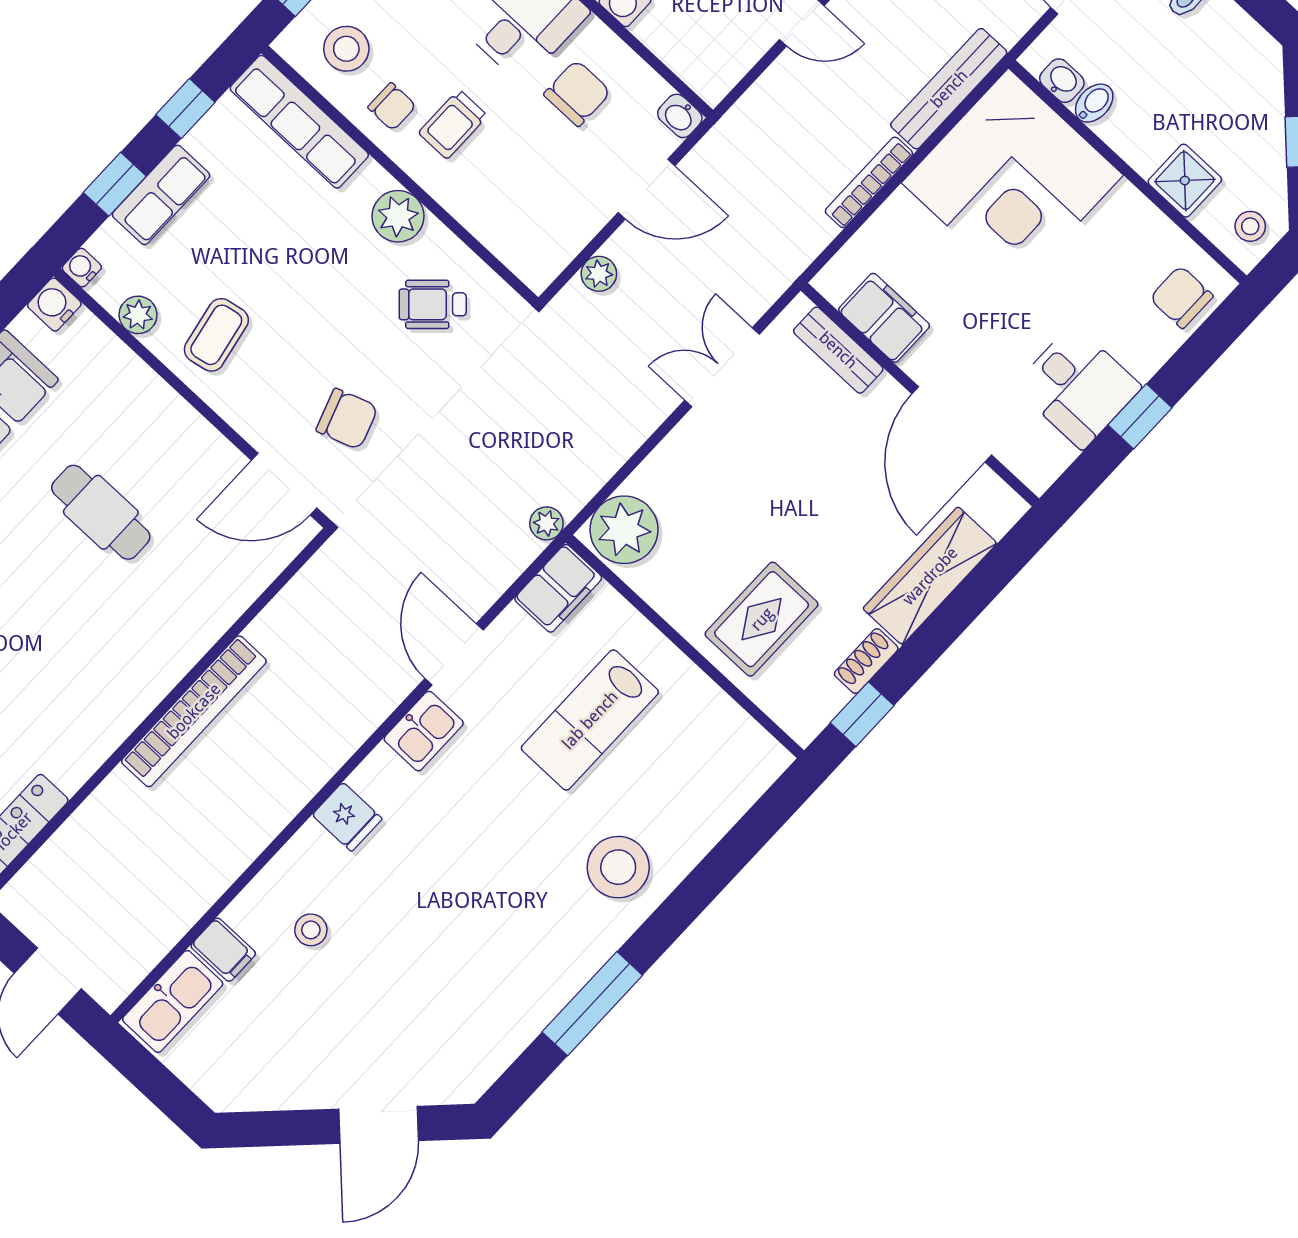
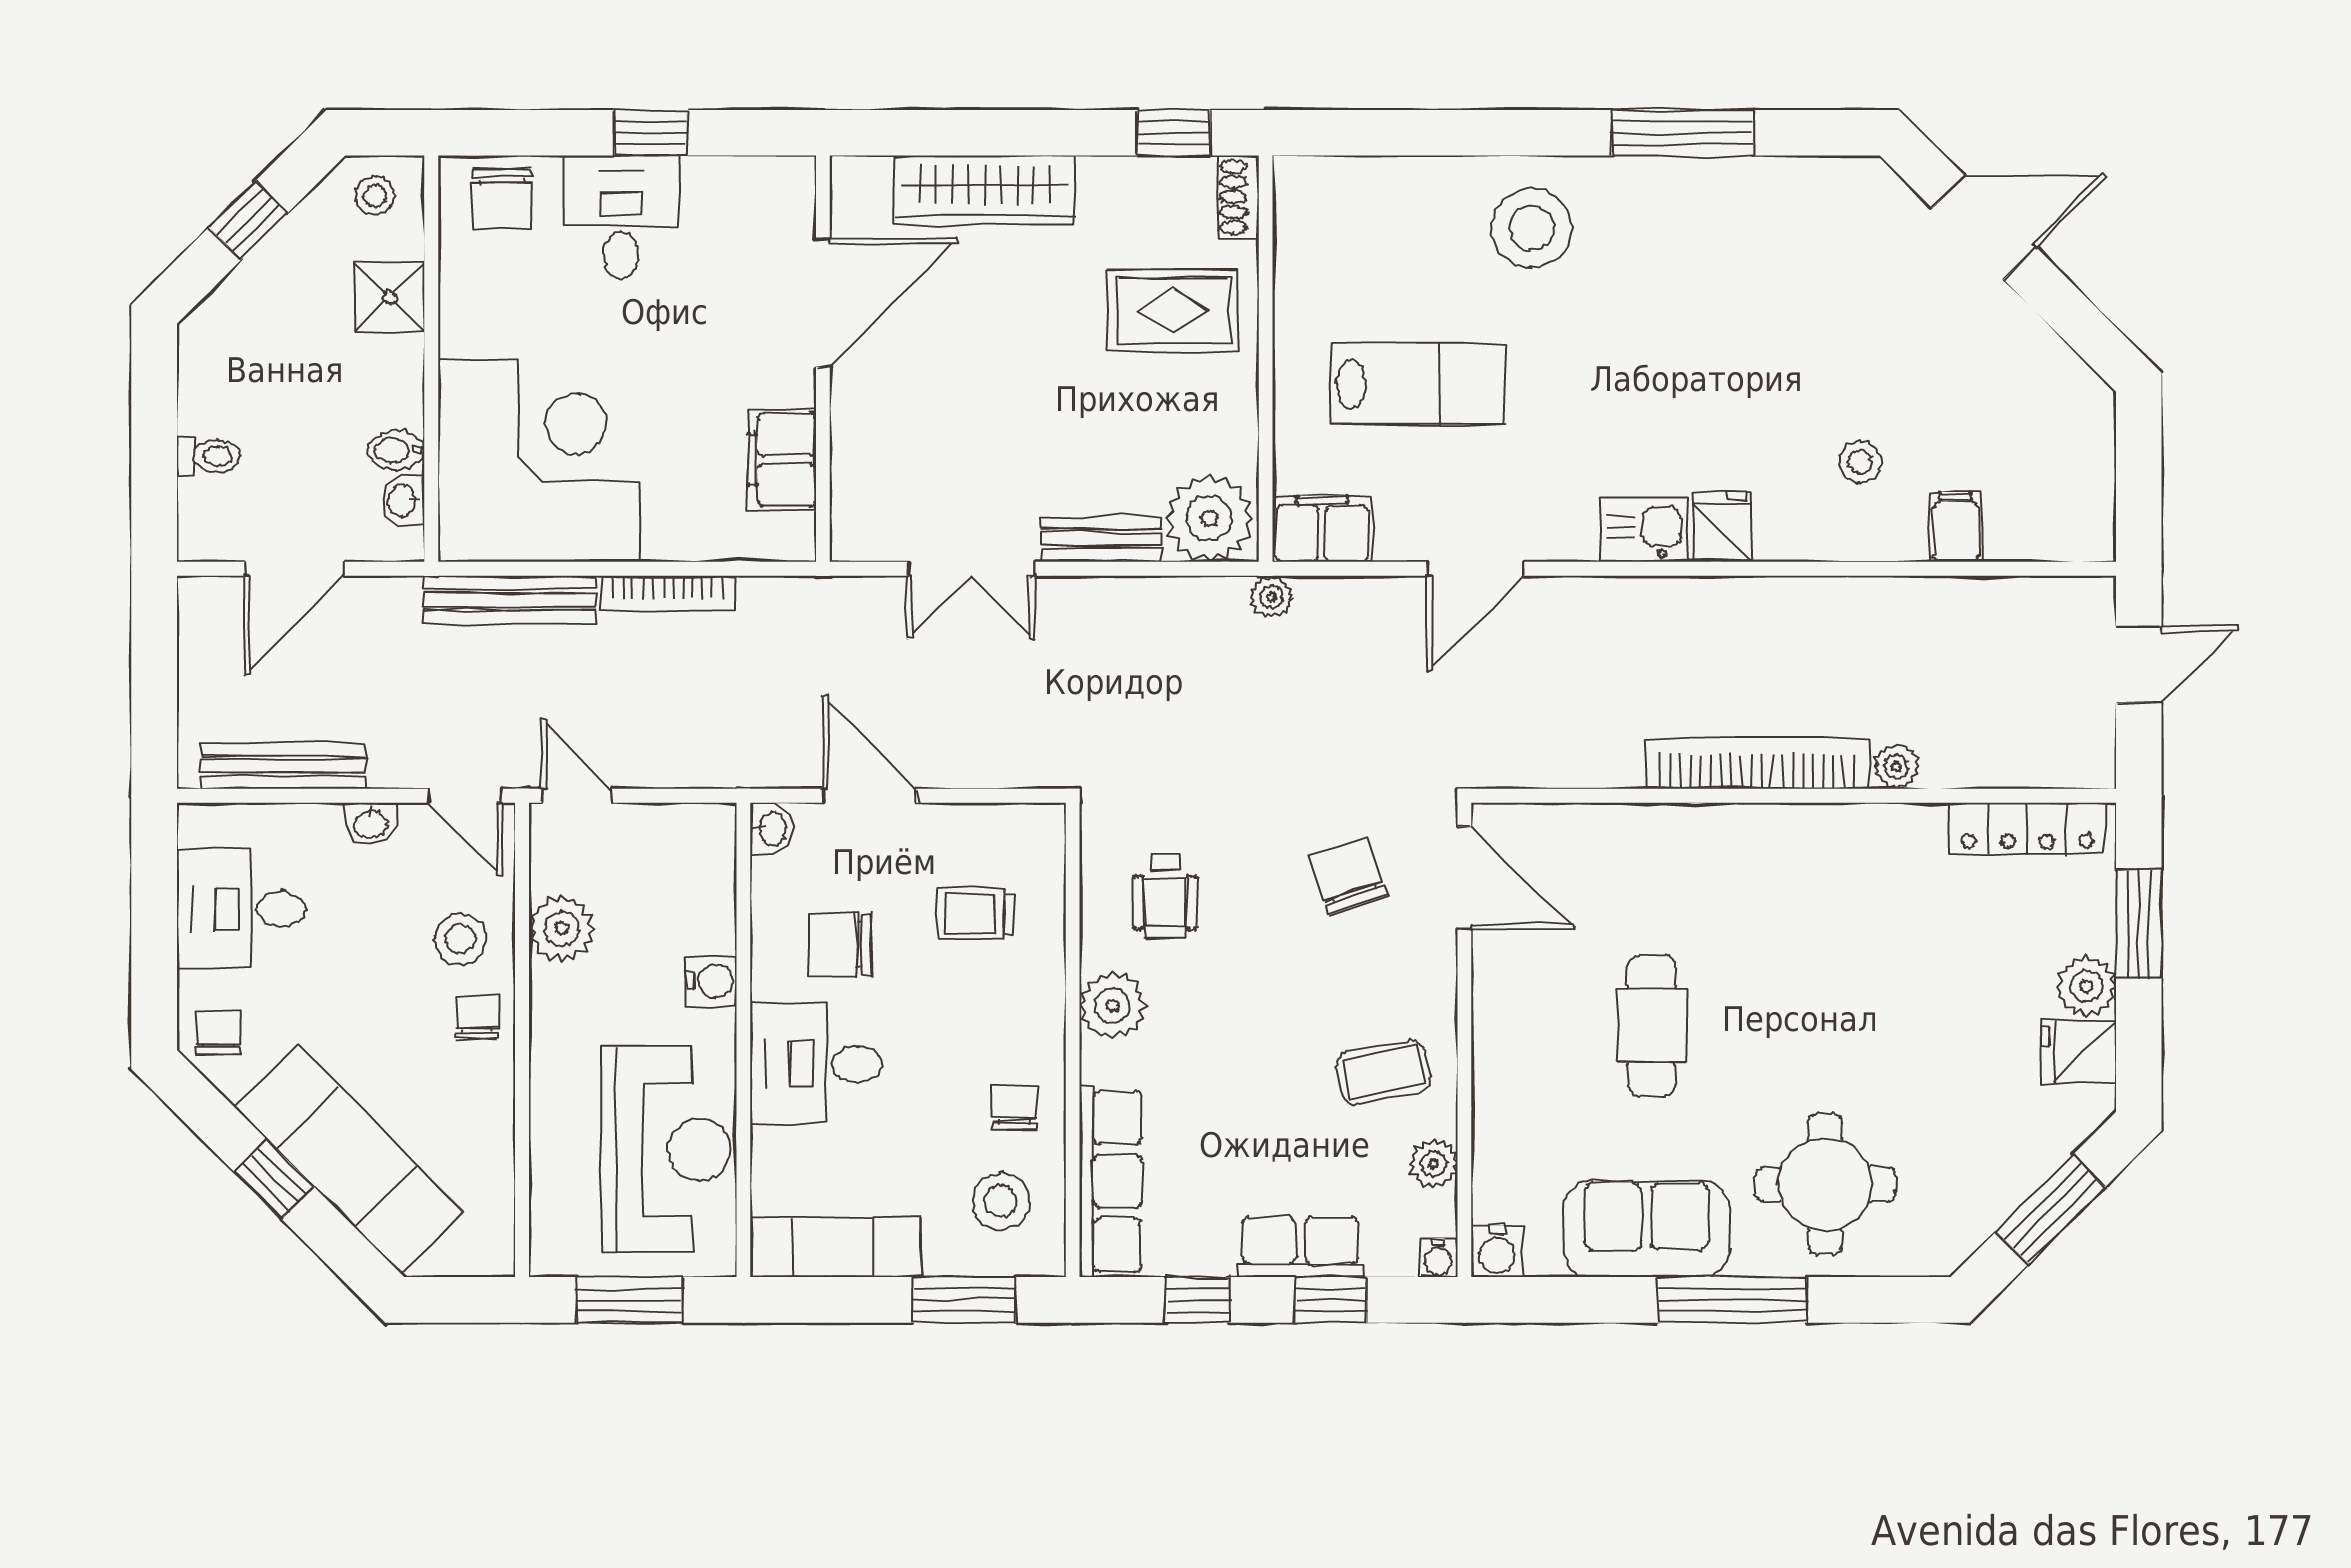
trolley: (453, 124) -> (976, 914), moved, turned 180
plant: (599, 274) -> (1896, 766), moved
wheelchair: (433, 304) -> (1165, 896), turned 43
bench: (838, 350) -> (1101, 539), moved, turned 90
desk: (1078, 387) -> (621, 217), moved
shoe rack: (866, 661) -> (1239, 197), moved, turned 90
kitchen sink: (424, 731) -> (1644, 530), moved
kitchen sink: (173, 1001) -> (2048, 529), removed

